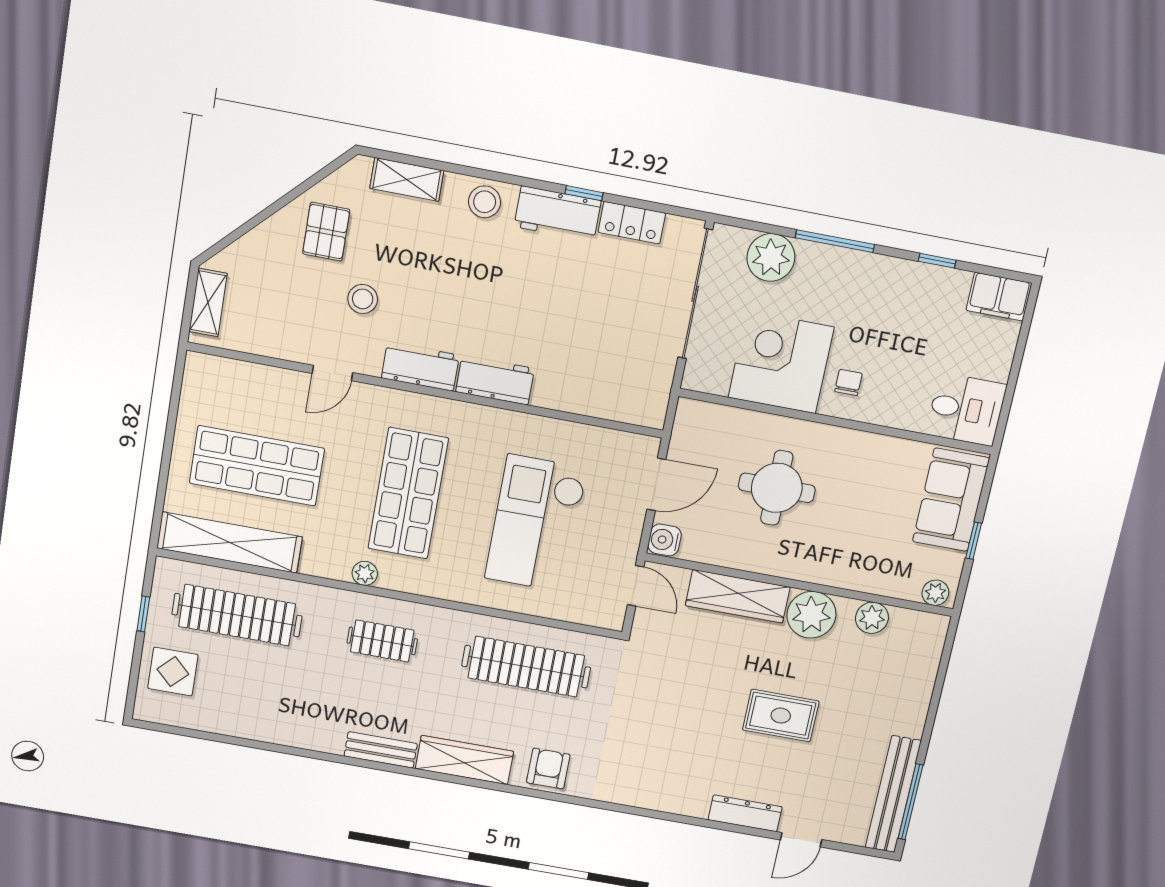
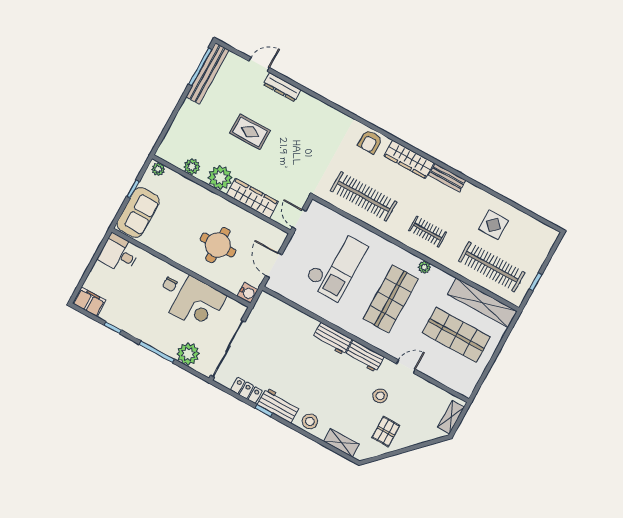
door: (656, 484) -> (274, 265), hinge flipped
water cooler: (665, 540) -> (248, 293), moved
display table: (173, 672) -> (494, 225), moved

